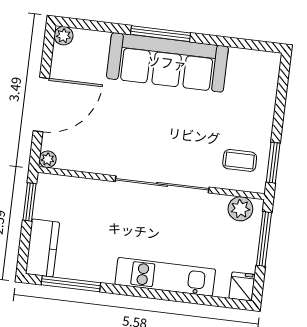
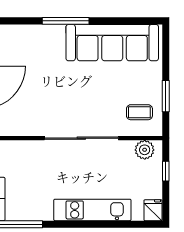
sofa: (167, 62) -> (112, 43), moved
window: (273, 163) -> (166, 96), moved
window: (264, 239) -> (166, 171), width x0.46

